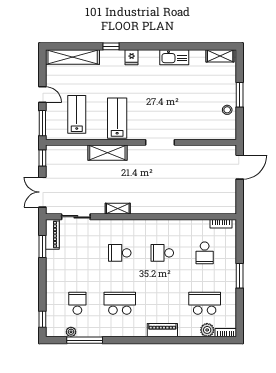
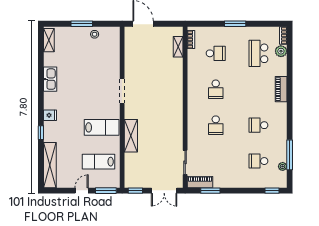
lab bench: (117, 118) -> (102, 127), turned 180
shelving: (118, 209) -> (178, 47), moved
school desk: (120, 303) -> (258, 125), width x0.54

